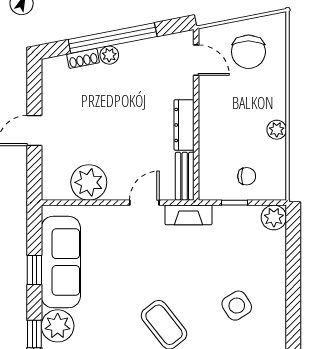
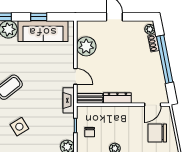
plant: (109, 55) -> (150, 29), moved

